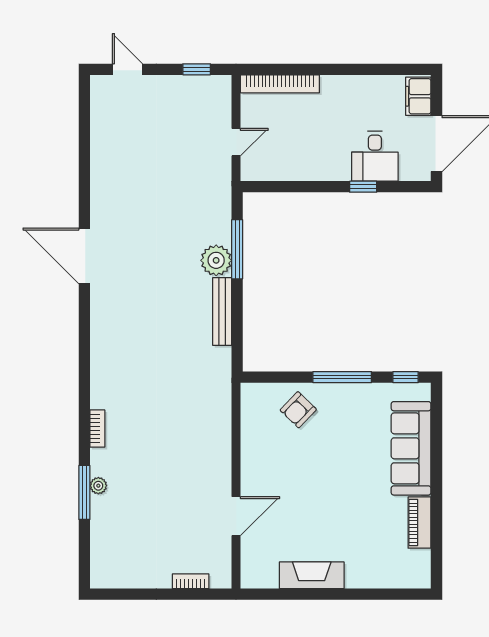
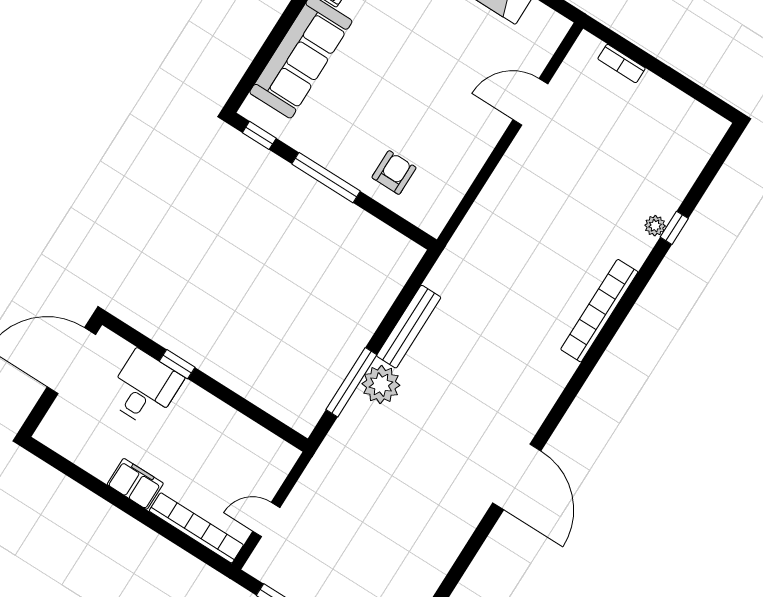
filing cabinet: (418, 96) -> (135, 484), moved, turned -90
door: (236, 142) -> (266, 520), moved
armchair: (298, 410) -> (394, 173), turned -44
bookcase: (97, 429) -> (599, 311), width x2.31, depth x1.31
window: (84, 492) -> (674, 228), width x0.46

